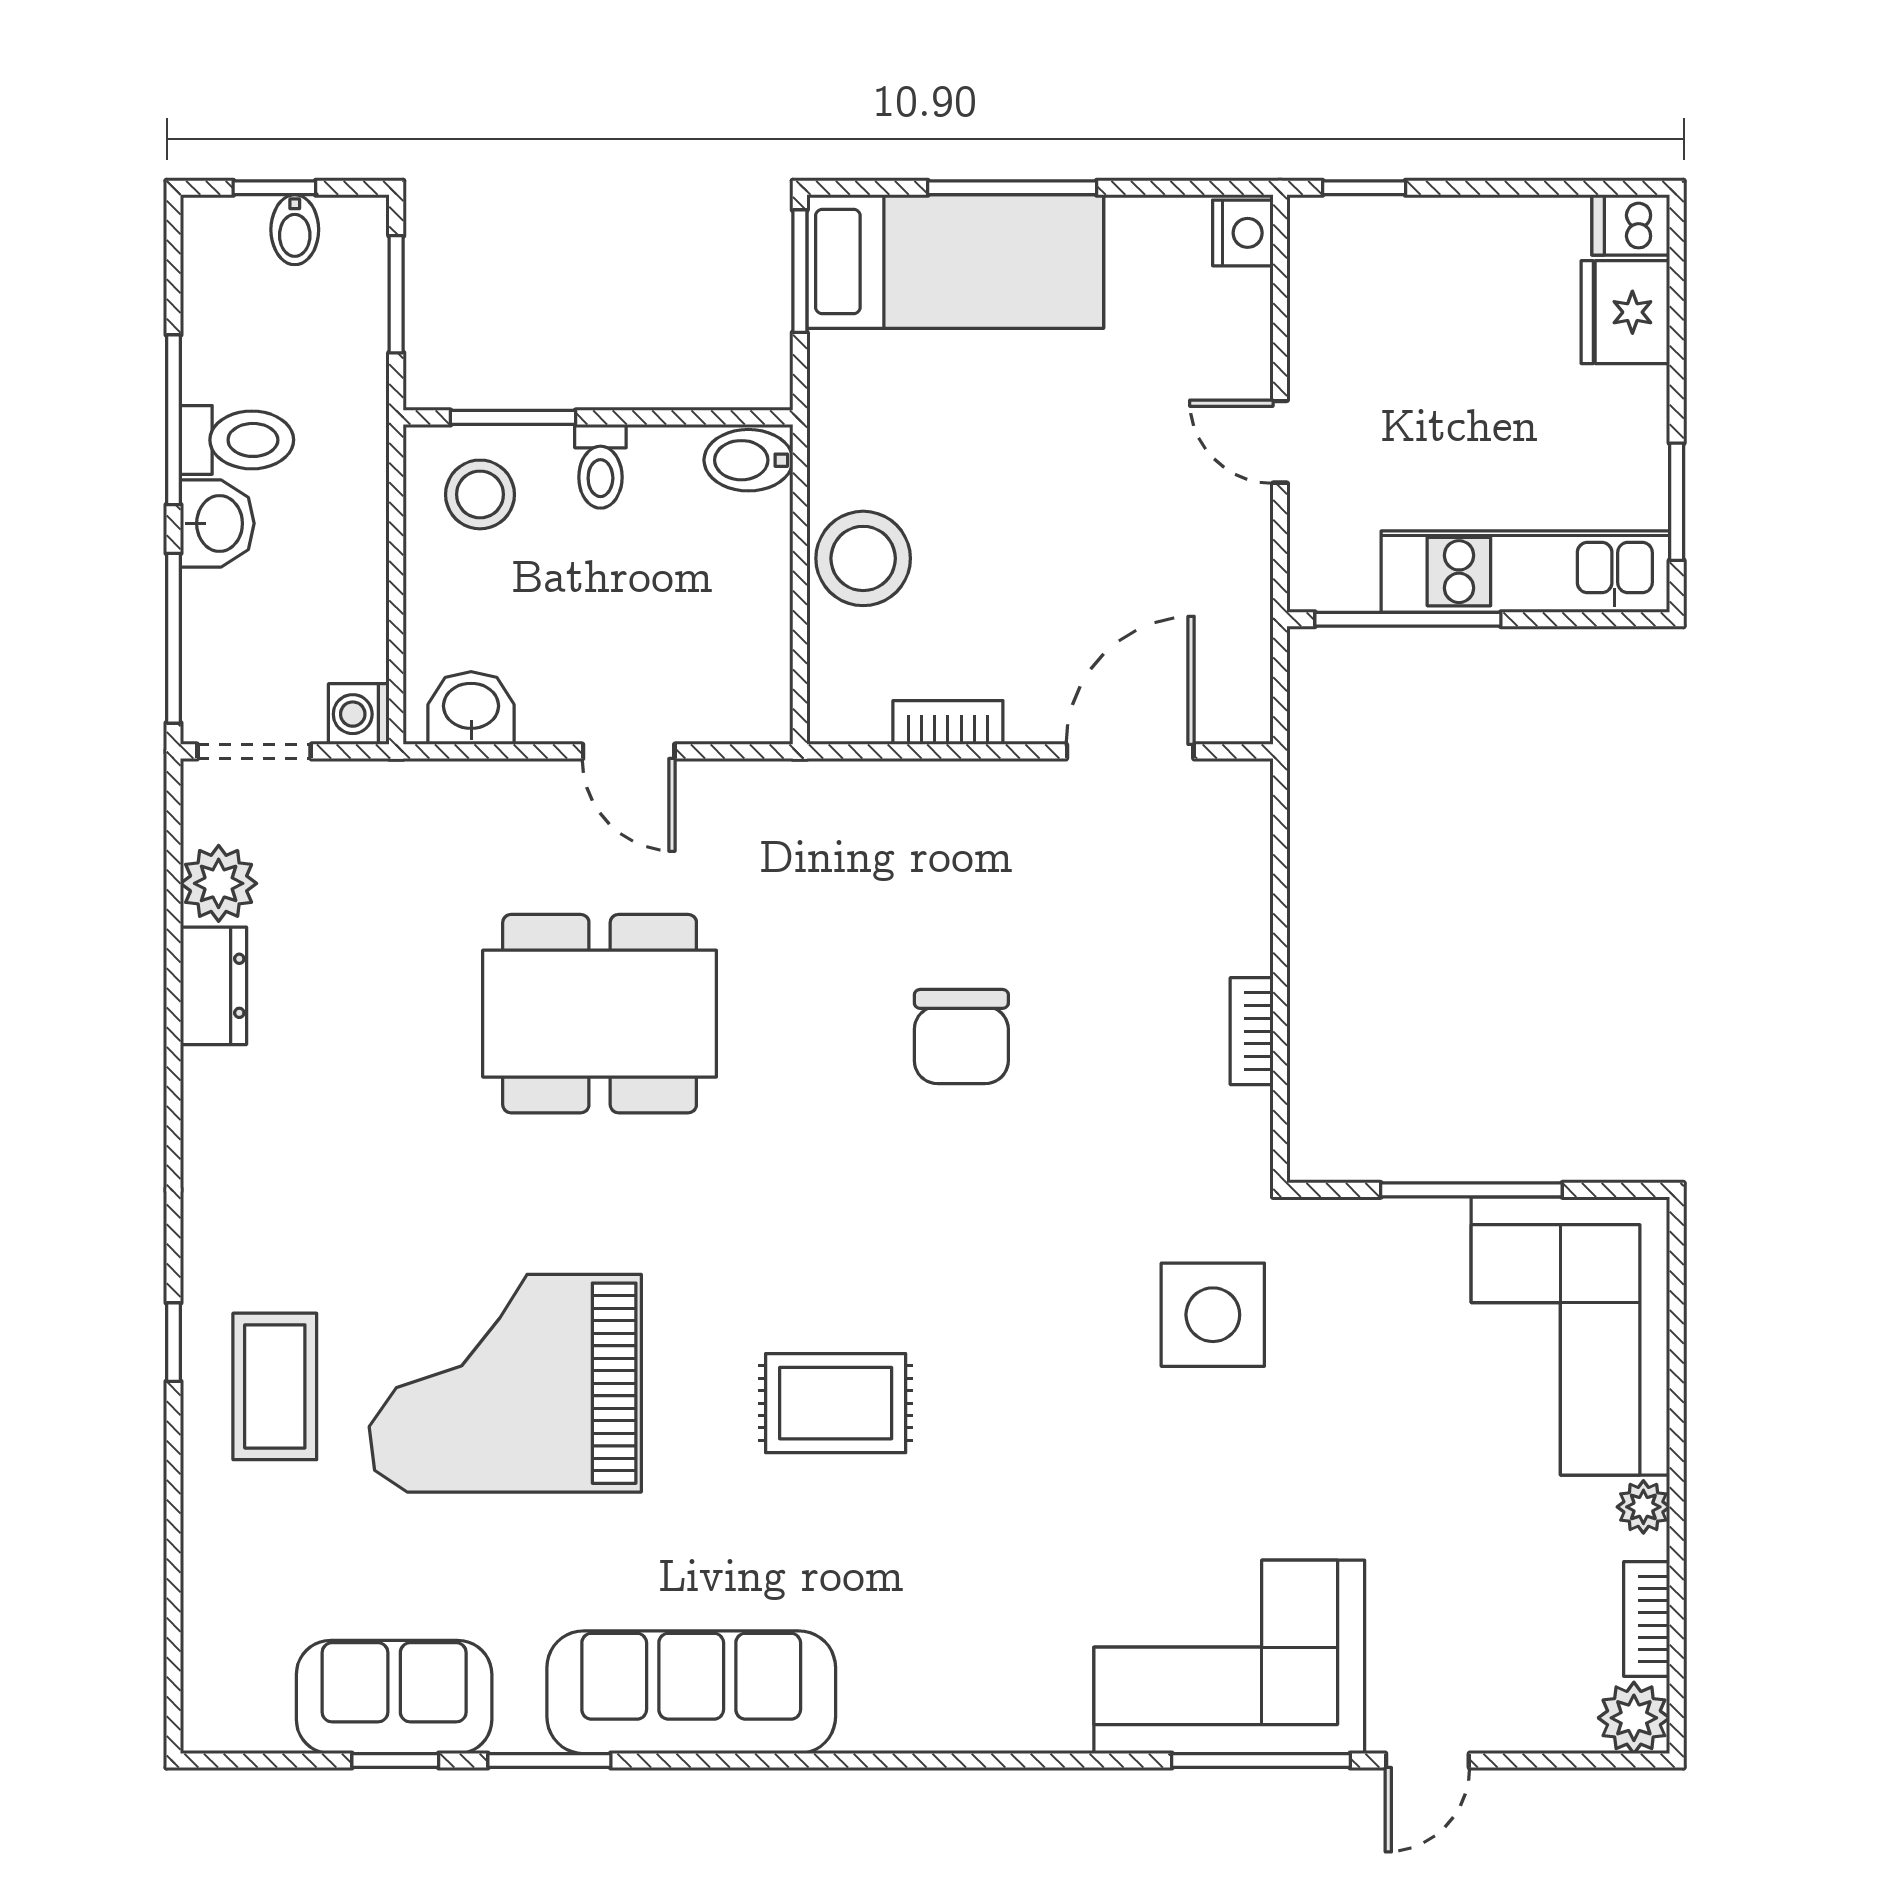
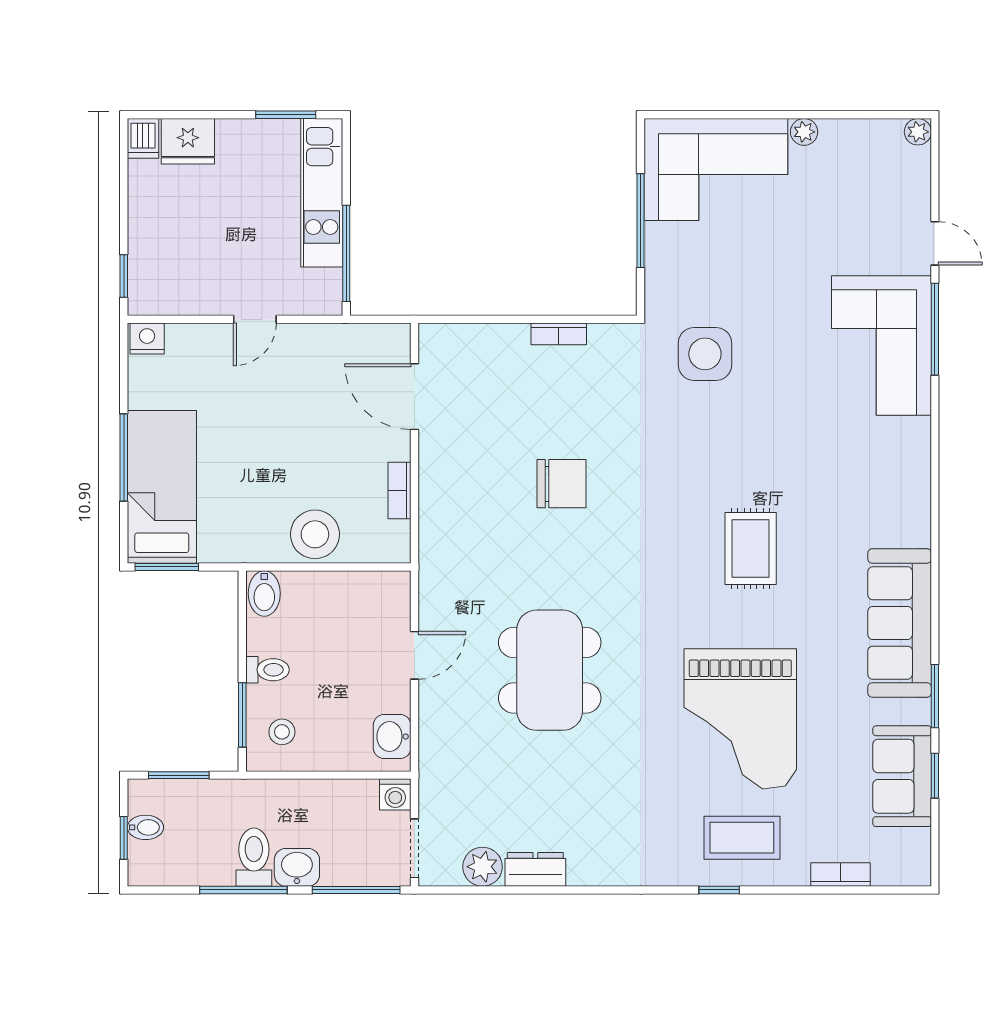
stool: (480, 494) -> (282, 732), width x0.73, depth x0.73
bookcase: (1647, 1619) -> (840, 875), moved, turned 180
plant: (1634, 1718) -> (918, 132), width x0.73, depth x0.73

